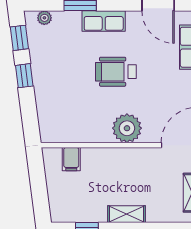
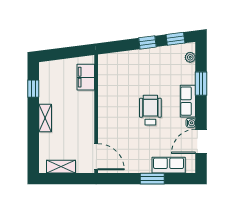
water cooler: (133, 17) -> (191, 123), added
plant: (127, 128) -> (109, 118), removed
filing cabinet: (71, 159) -> (86, 77), width x2.00

